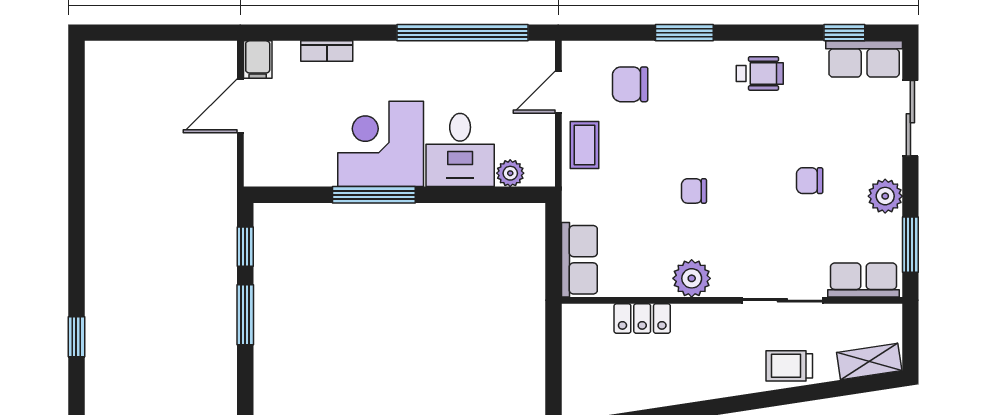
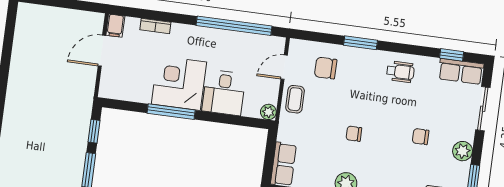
plant: (510, 173) -> (268, 112), moved

